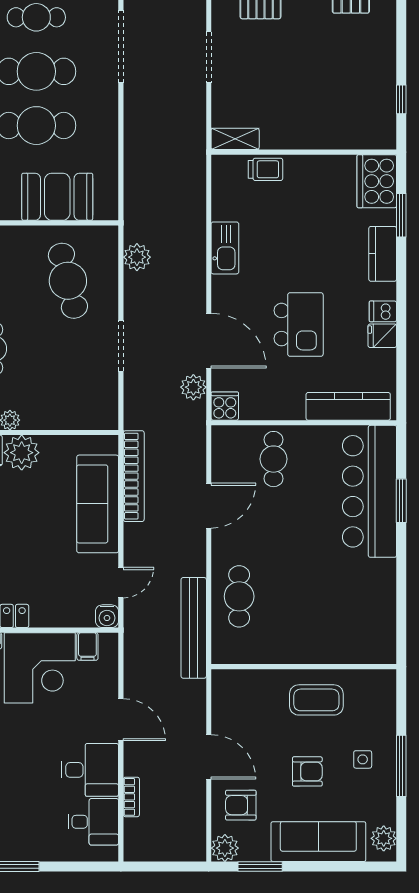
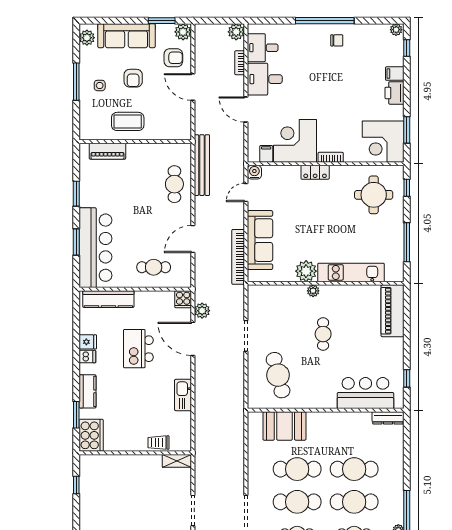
plant: (137, 257) -> (236, 32), moved
cafe table: (274, 459) -> (154, 267), turned 90
window: (401, 581) -> (76, 194), added
piano: (350, 651) -> (107, 151), added
armchair: (307, 771) -> (133, 78), turned -90

